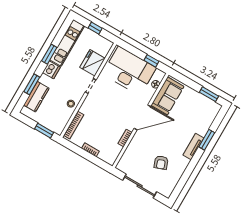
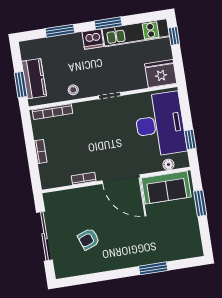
window: (95, 28) -> (174, 36), moved
fridge: (92, 63) -> (161, 74), moved
window: (209, 94) -> (200, 203), moved
kitchen counter: (36, 97) -> (34, 79), moved, turned -90
tv unit: (193, 147) -> (134, 260), removed

